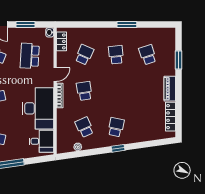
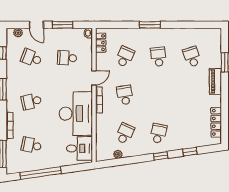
window: (127, 25) -> (150, 25), moved
school desk: (30, 56) -> (67, 58), width x0.54
piano: (170, 89) -> (215, 81), moved
school desk: (84, 127) -> (125, 133), turned 48
window: (146, 144) -> (190, 152), added

